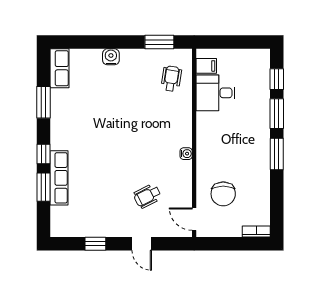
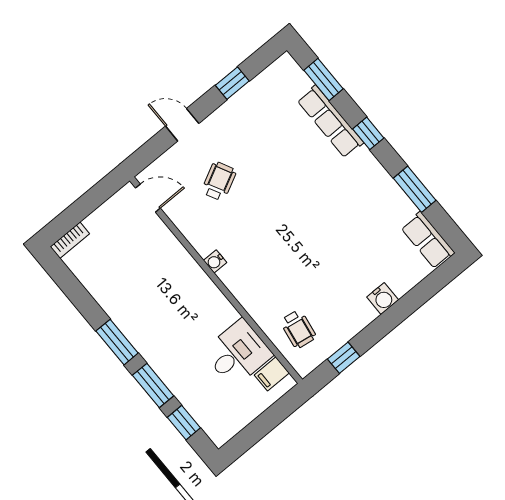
window: (159, 42) -> (344, 358), width x0.67
window: (44, 187) -> (323, 80), moved
chair: (223, 194) -> (139, 251), removed

